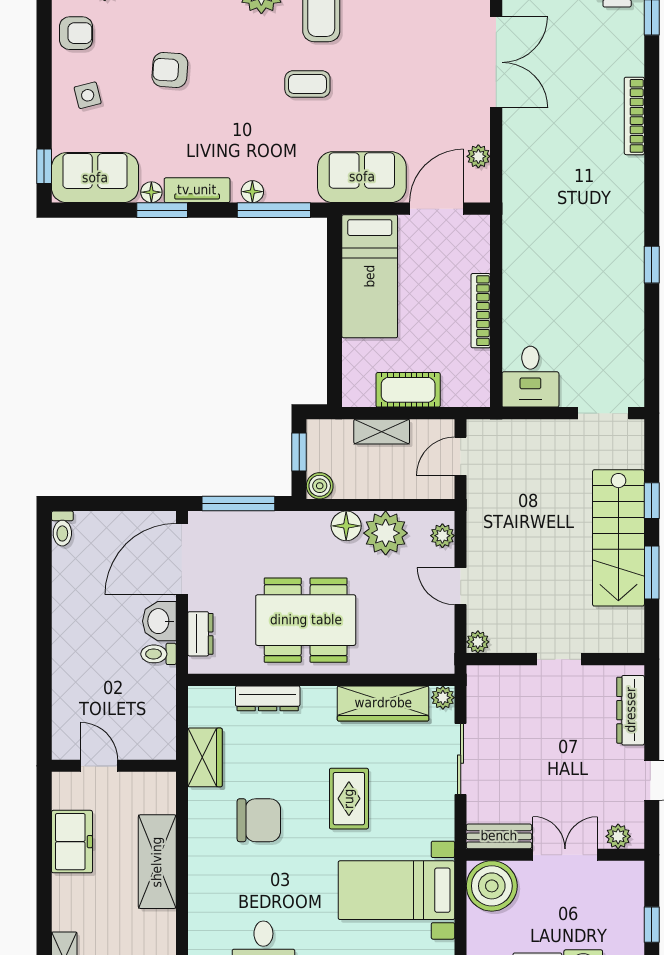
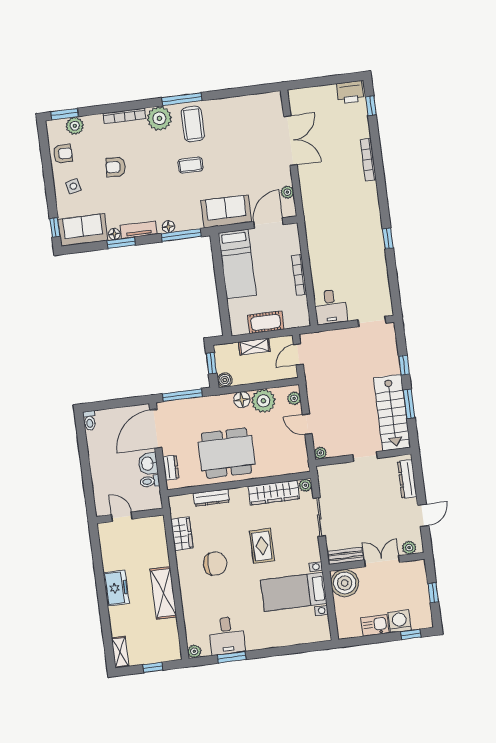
stairs: (618, 538) -> (392, 413), moved
door: (99, 766) -> (122, 517), moved
wall: (114, 766) -> (130, 516), moved

